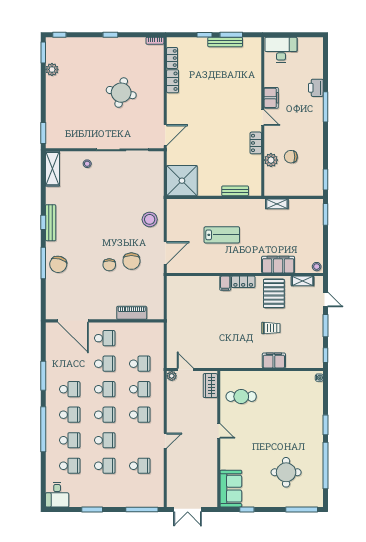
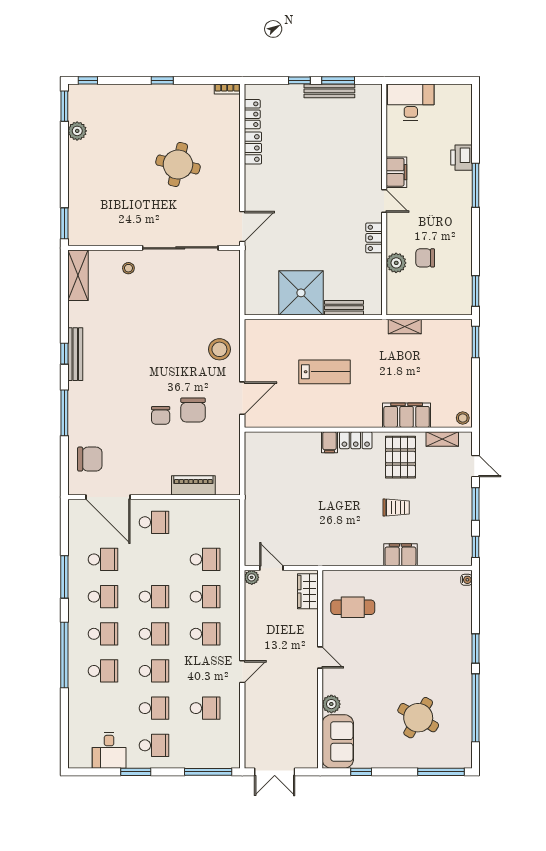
shower: (182, 181) -> (301, 293), moved
chair: (58, 264) -> (90, 459), moved, turned -105
school desk: (105, 364) -> (103, 559), moved
plant: (226, 463) -> (331, 704), added
school desk: (70, 466) -> (154, 745), moved
round table: (286, 472) -> (418, 718), turned 30
desk: (57, 495) -> (109, 750), moved

